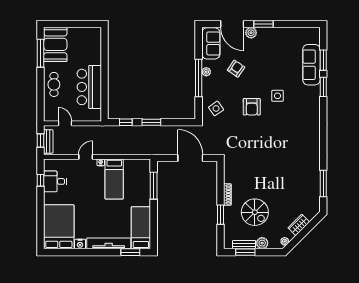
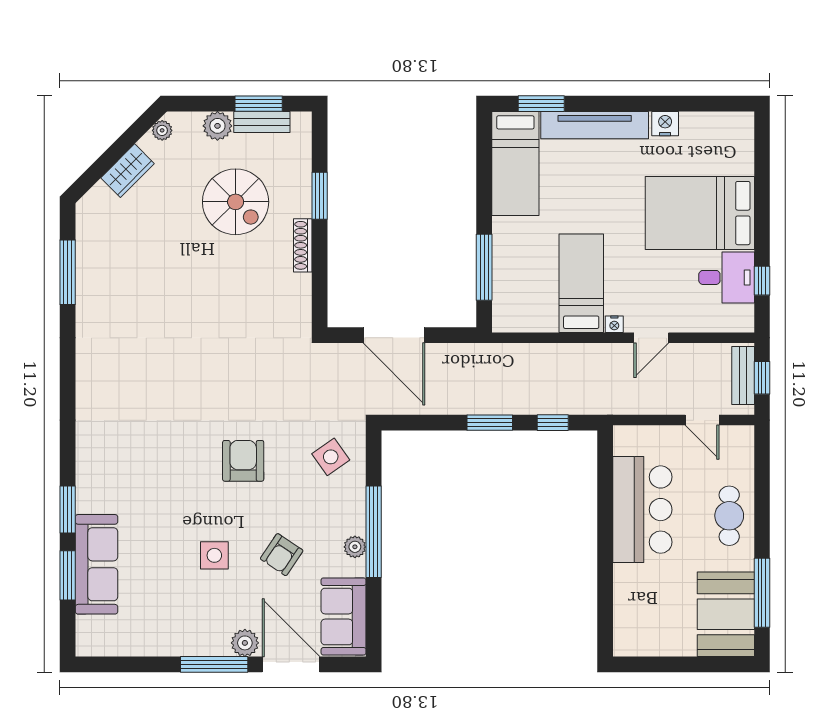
window: (264, 24) -> (214, 664), width x1.44
side table: (277, 96) -> (214, 555), moved
spiral stairs: (255, 212) -> (236, 202), turned 180
bed: (59, 227) -> (700, 213), moved, turned 90

